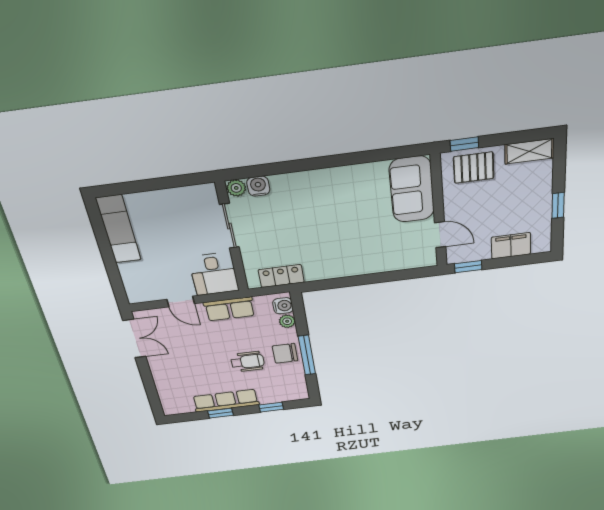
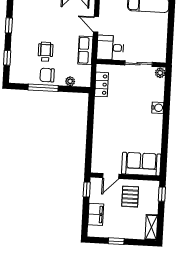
pallet: (474, 168) -> (130, 197), moved
water cooler: (258, 186) -> (158, 108), moved
door: (181, 301) -> (96, 24), hinge flipped
water cooler: (283, 306) -> (81, 81), removed
chair: (285, 353) -> (47, 75), turned -90
wheelchair: (248, 362) -> (46, 52), turned 180
row of seats: (226, 401) -> (18, 31), removed

